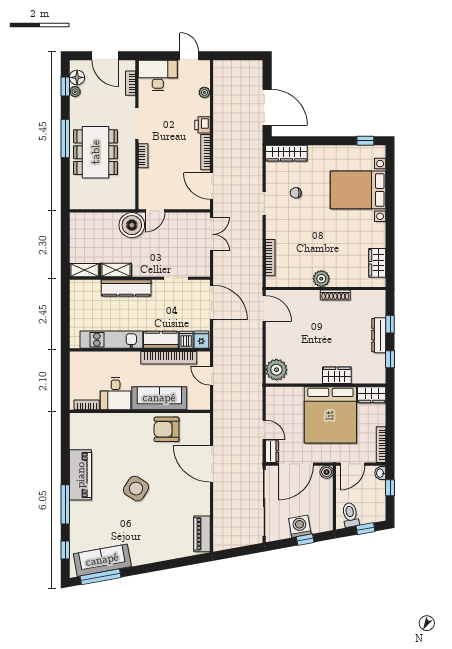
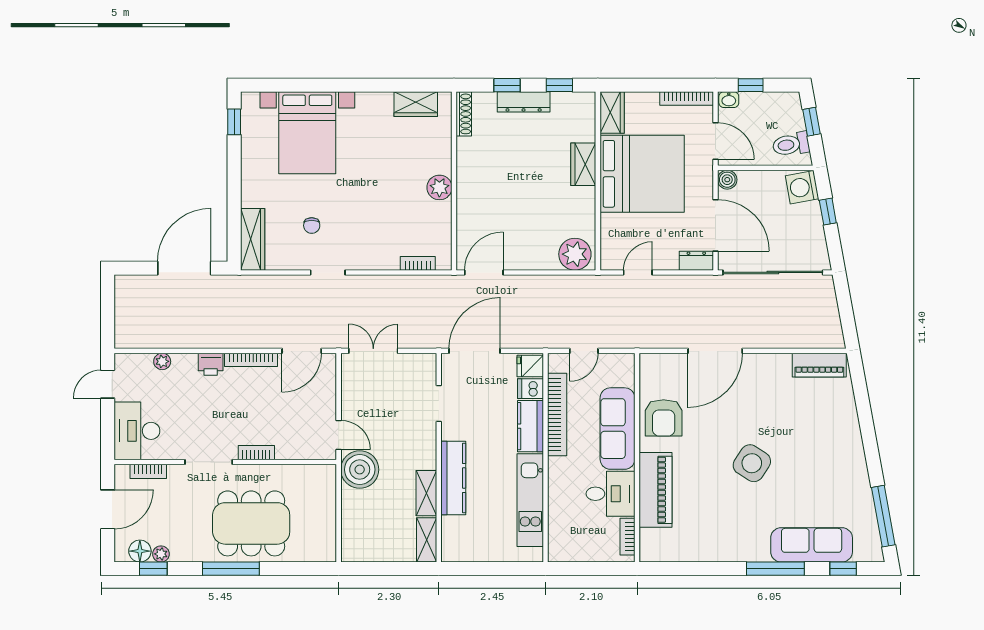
bookcase: (270, 258) -> (418, 263), width x0.64
shoe rack: (335, 295) -> (464, 114), moved
door: (264, 430) -> (638, 272), moved
piano: (81, 475) -> (656, 490), moved, turned 90
washing machine: (300, 526) -> (802, 187), moved
sofa: (102, 560) -> (812, 545), moved, turned 100

